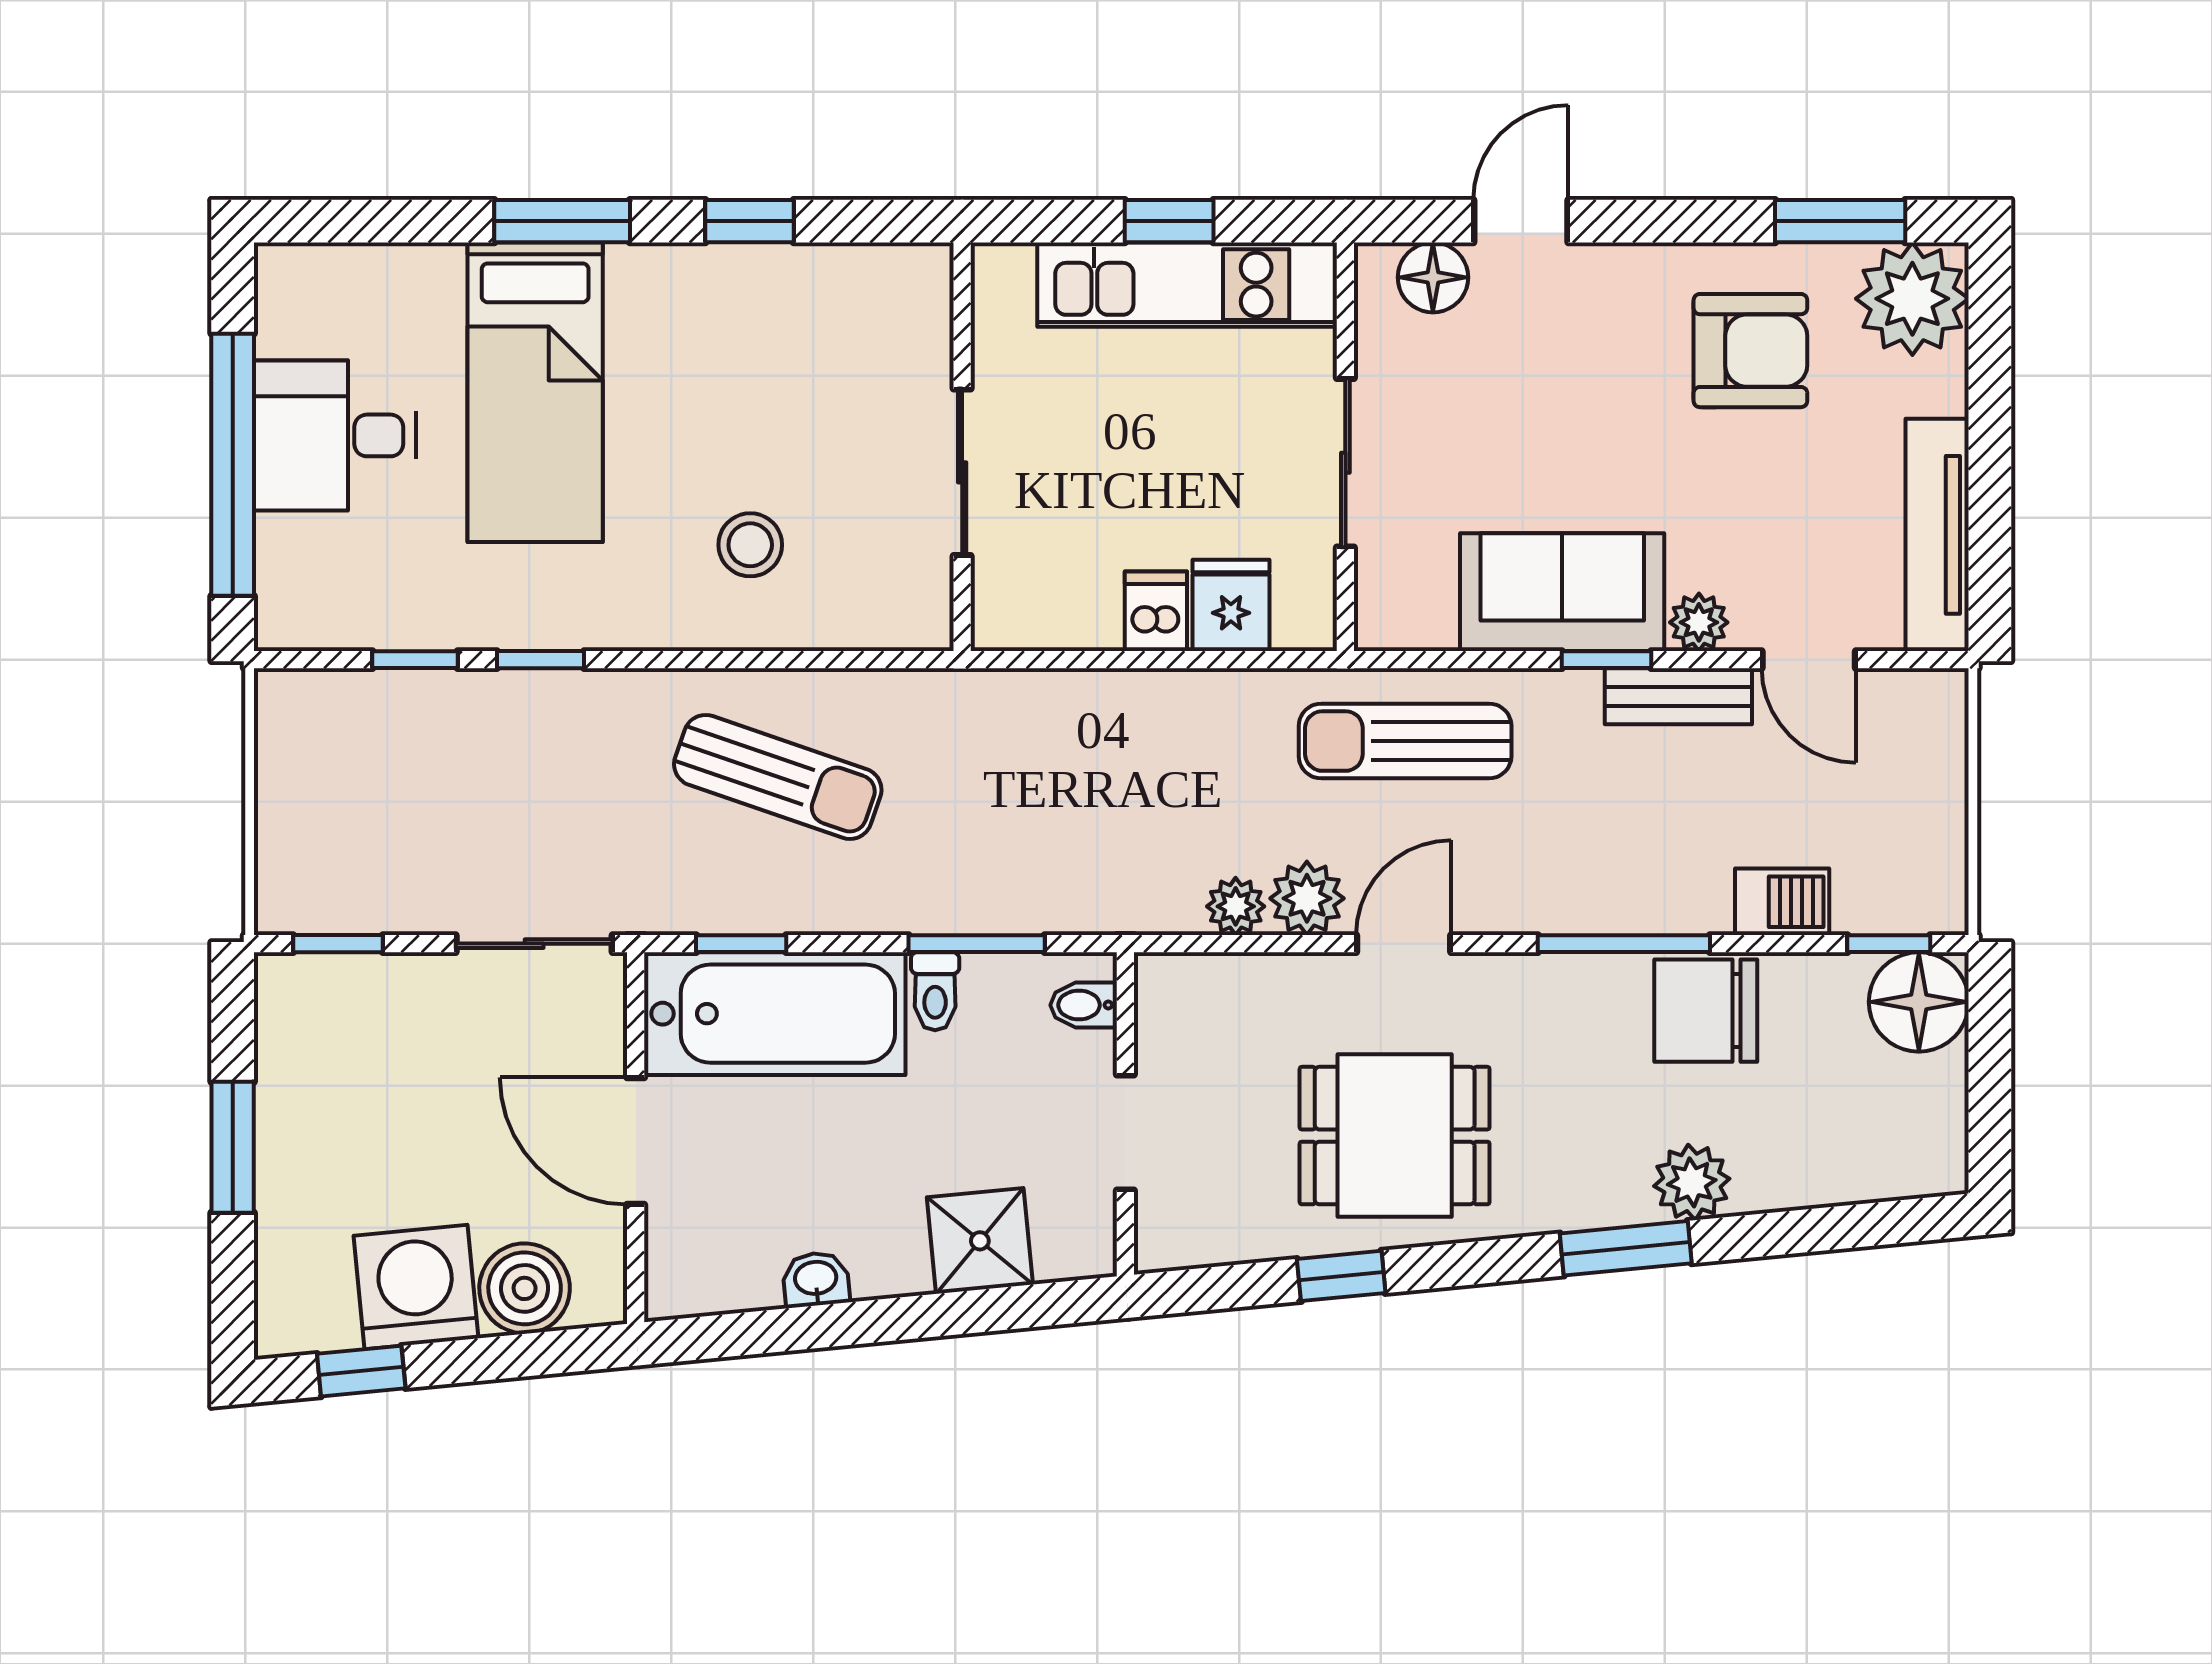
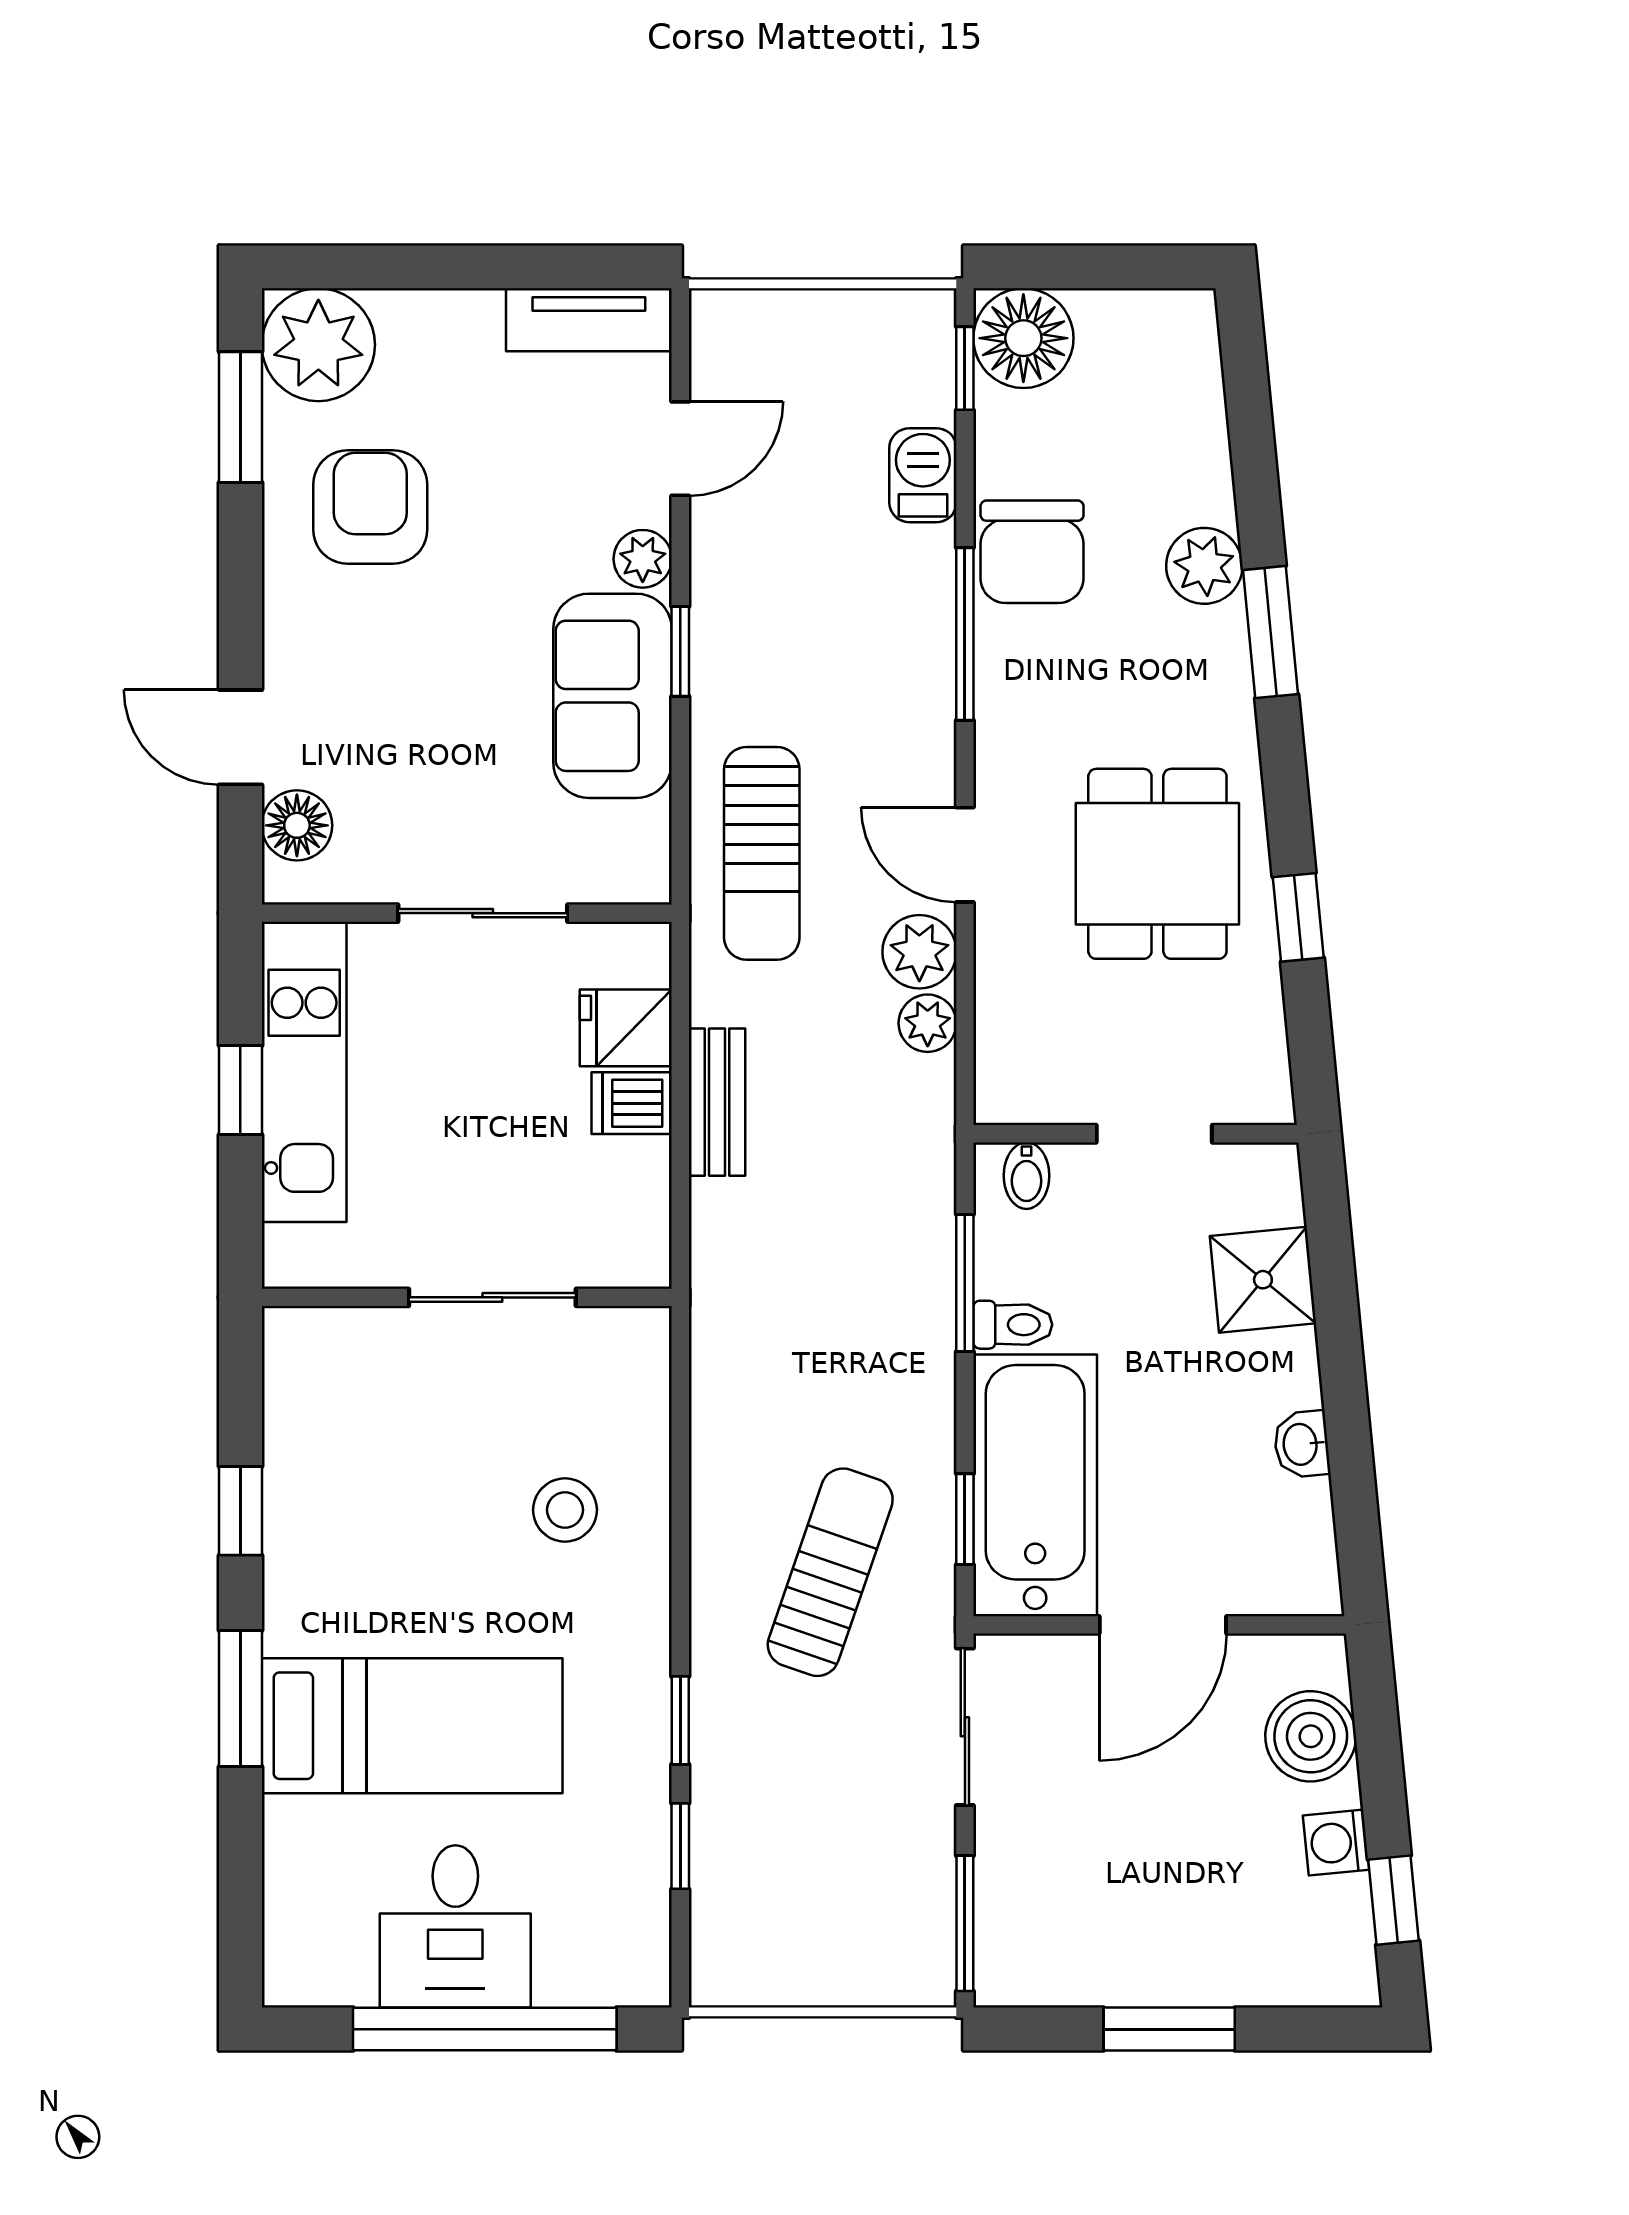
tv unit: (1937, 535) -> (589, 320), width x0.71
bench: (1678, 696) -> (717, 1102), moved
sun lounger: (778, 777) -> (830, 1572), moved
window: (338, 944) -> (965, 1923), width x1.50
washing machine: (416, 1287) -> (1336, 1843), width x0.53, depth x0.53

